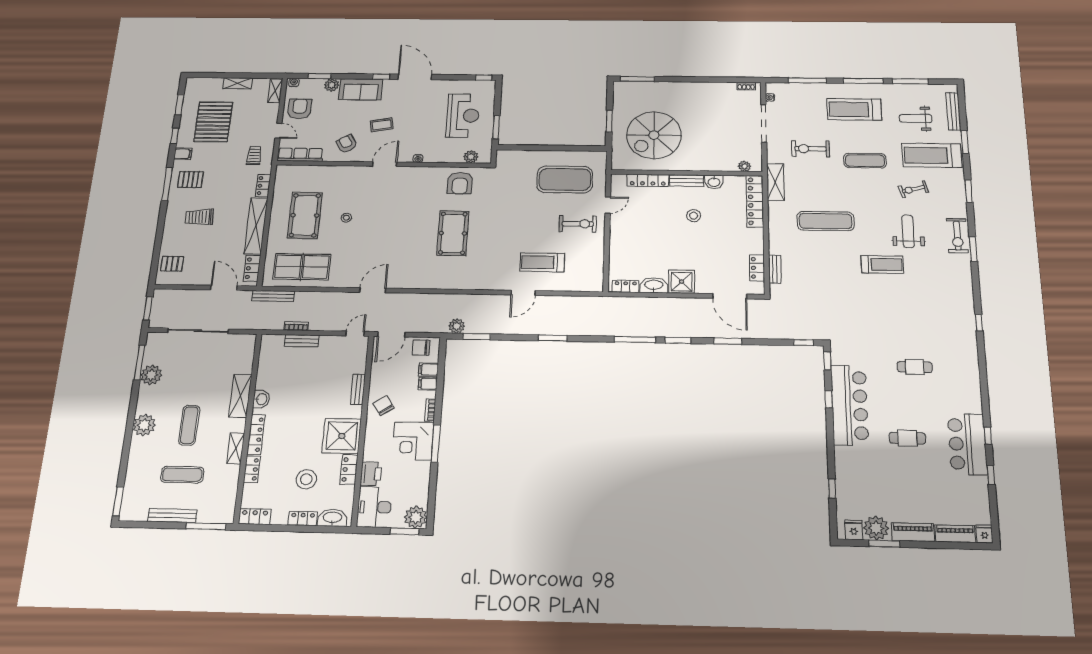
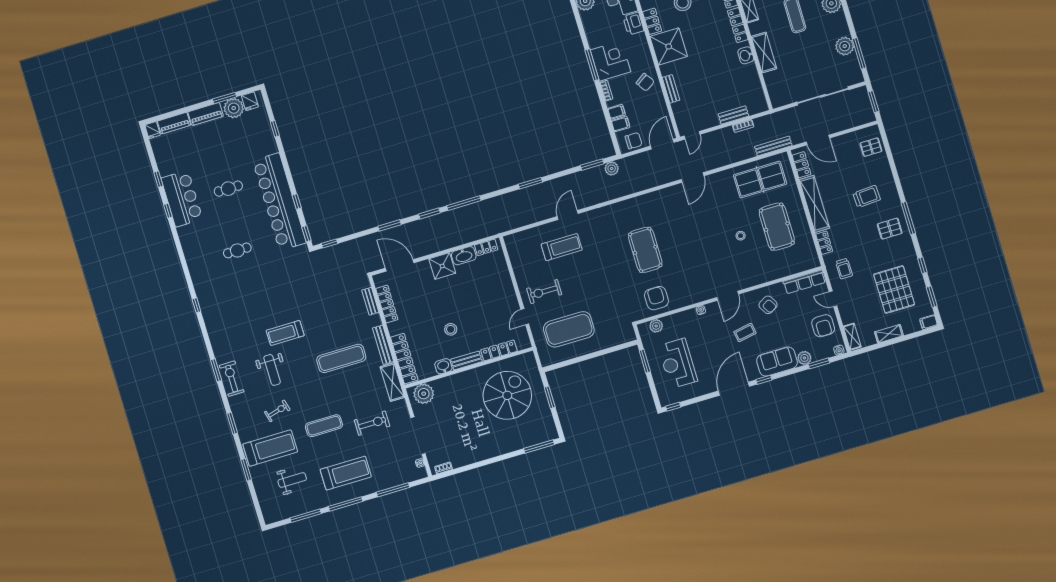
door: (415, 77) -> (734, 389), swing flipped
bench: (953, 111) -> (383, 345), moved
filing cabinet: (183, 154) -> (929, 322), moved
plant: (744, 166) -> (424, 394), width x1.87, depth x1.87
locker: (757, 268) -> (387, 304), width x1.53
bar counter: (850, 405) -> (279, 202), width x1.36

